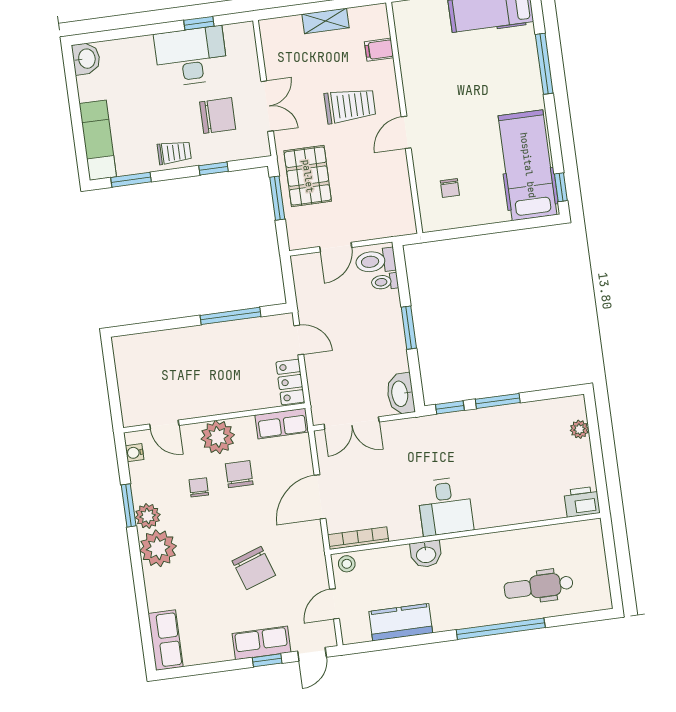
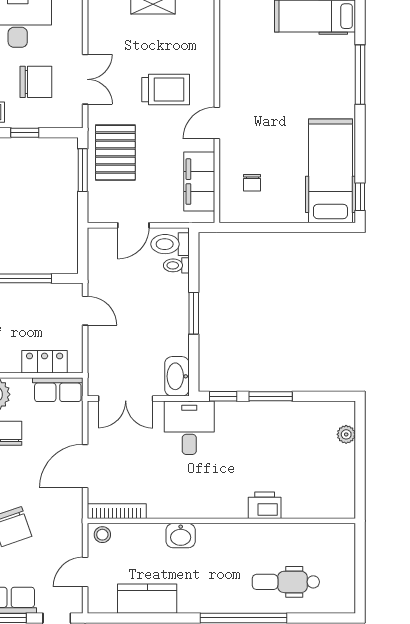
filing cabinet: (379, 50) -> (199, 182), moved, width x3.00, depth x1.17
locker: (290, 382) -> (45, 362), moved, turned 90
printer: (582, 502) -> (265, 505), moved
desk: (445, 506) -> (189, 428), moved, turned 180

